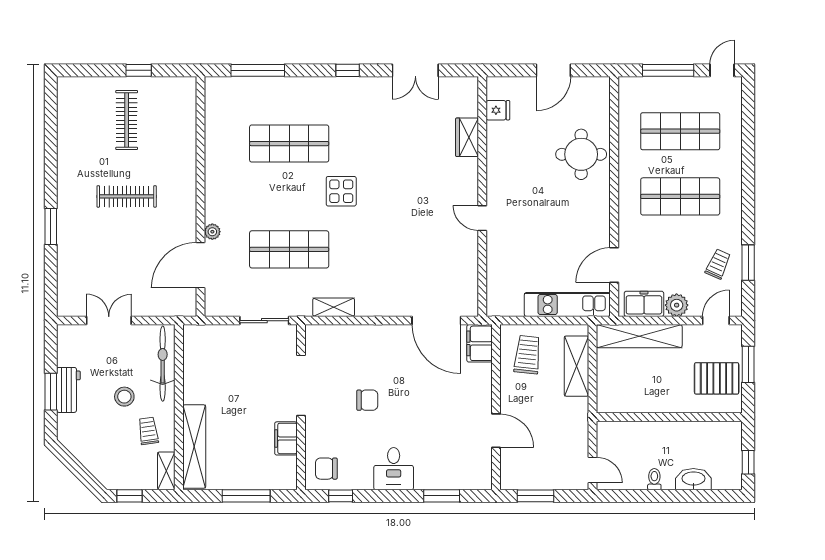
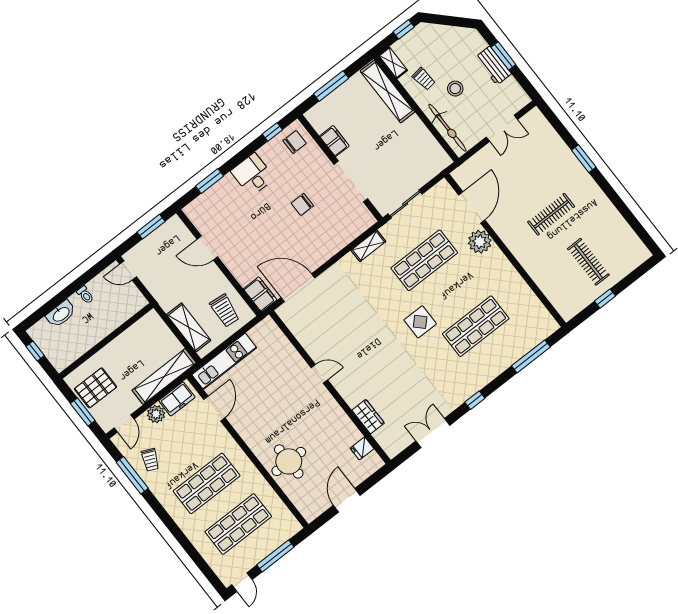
plant: (212, 232) -> (480, 242), width x1.88, depth x1.88
window: (748, 263) -> (132, 475), width x1.44

